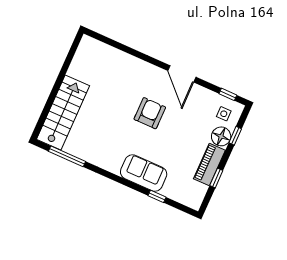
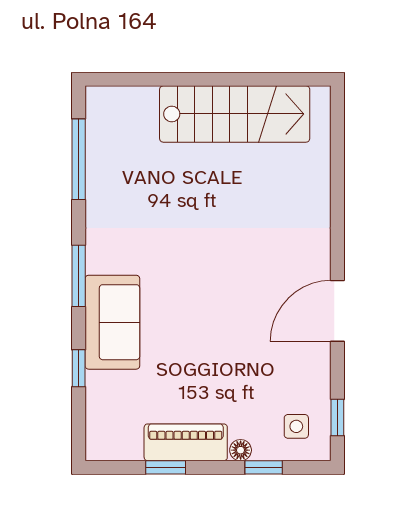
stairs: (63, 113) -> (235, 114), moved
armchair: (150, 113) -> (234, 283), removed
floor lamp: (221, 136) -> (241, 450), width x0.53, depth x0.53
window: (117, 179) -> (79, 276), added

